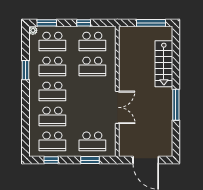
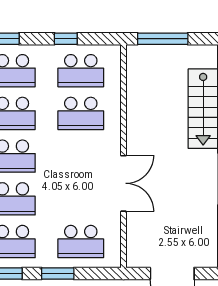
window: (151, 23) -> (163, 39), moved
window: (90, 160) -> (58, 273), moved

